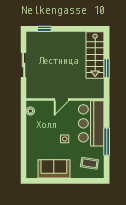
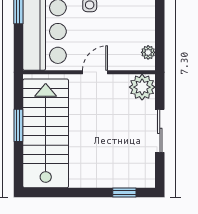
stairs: (95, 55) -> (46, 133), width x1.36, depth x1.51
plant: (34, 91) -> (142, 87), added

